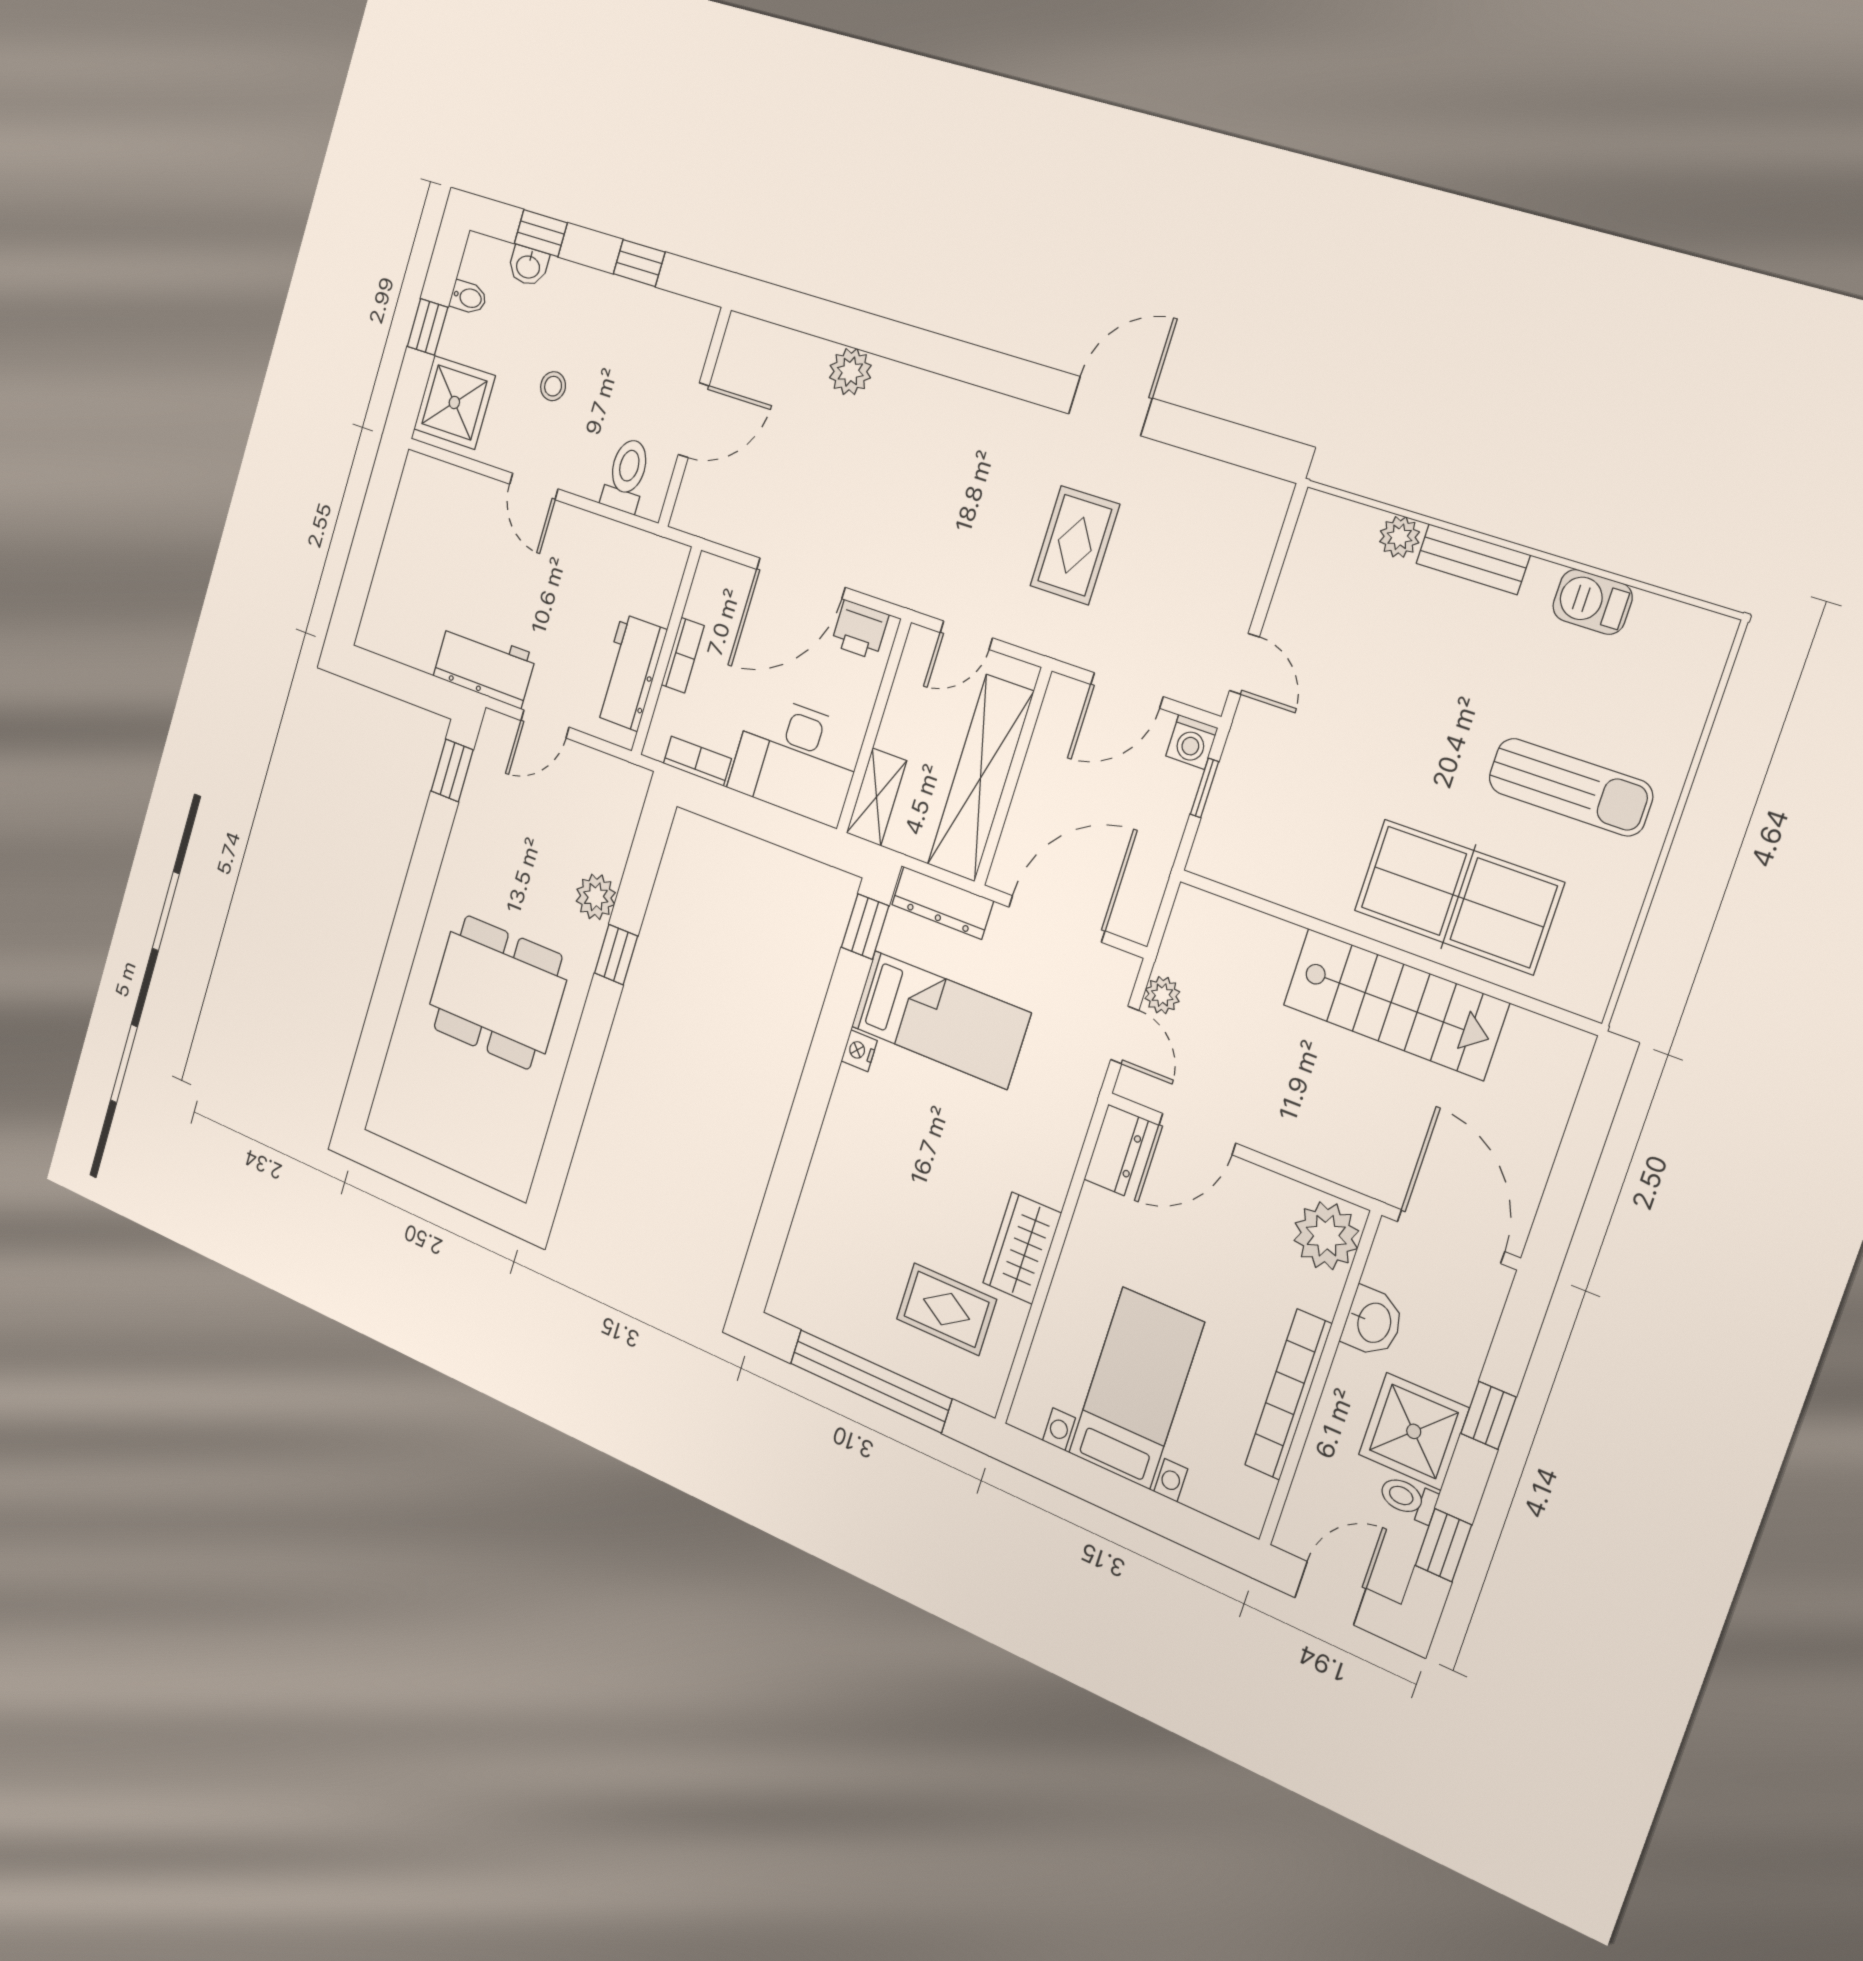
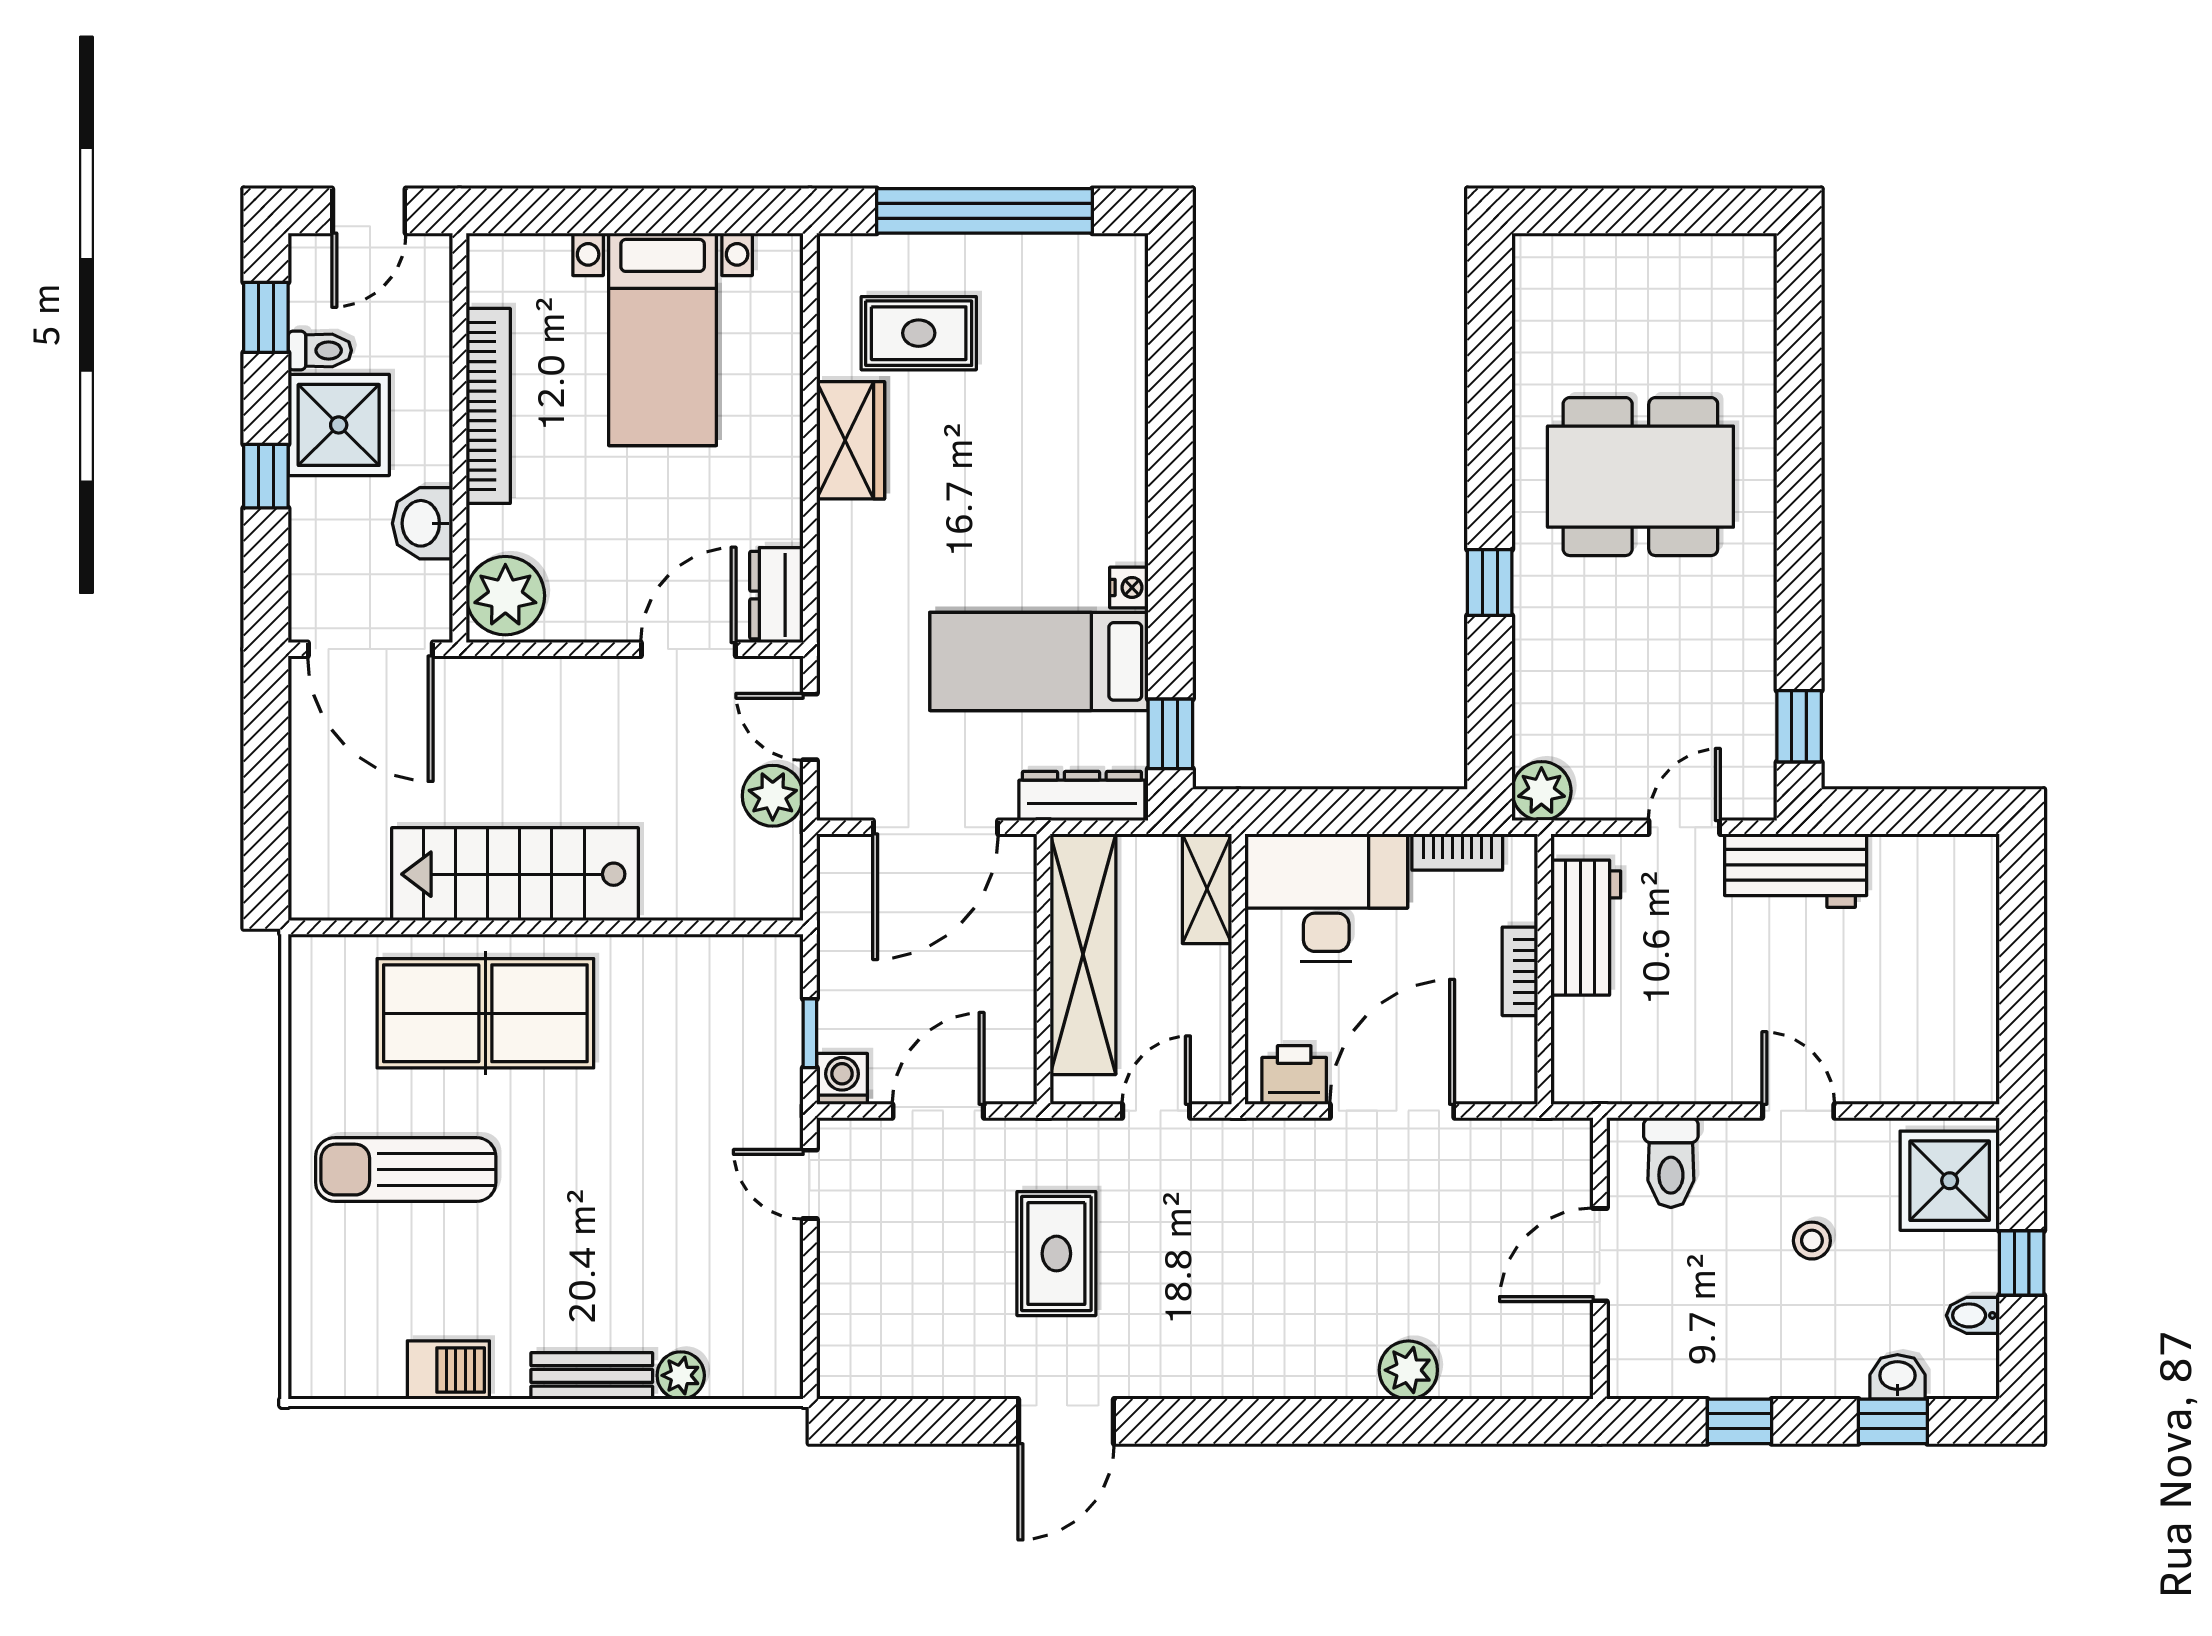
plant: (596, 897) -> (1541, 791), moved
plant: (1162, 995) -> (773, 796), width x1.38, depth x1.38

